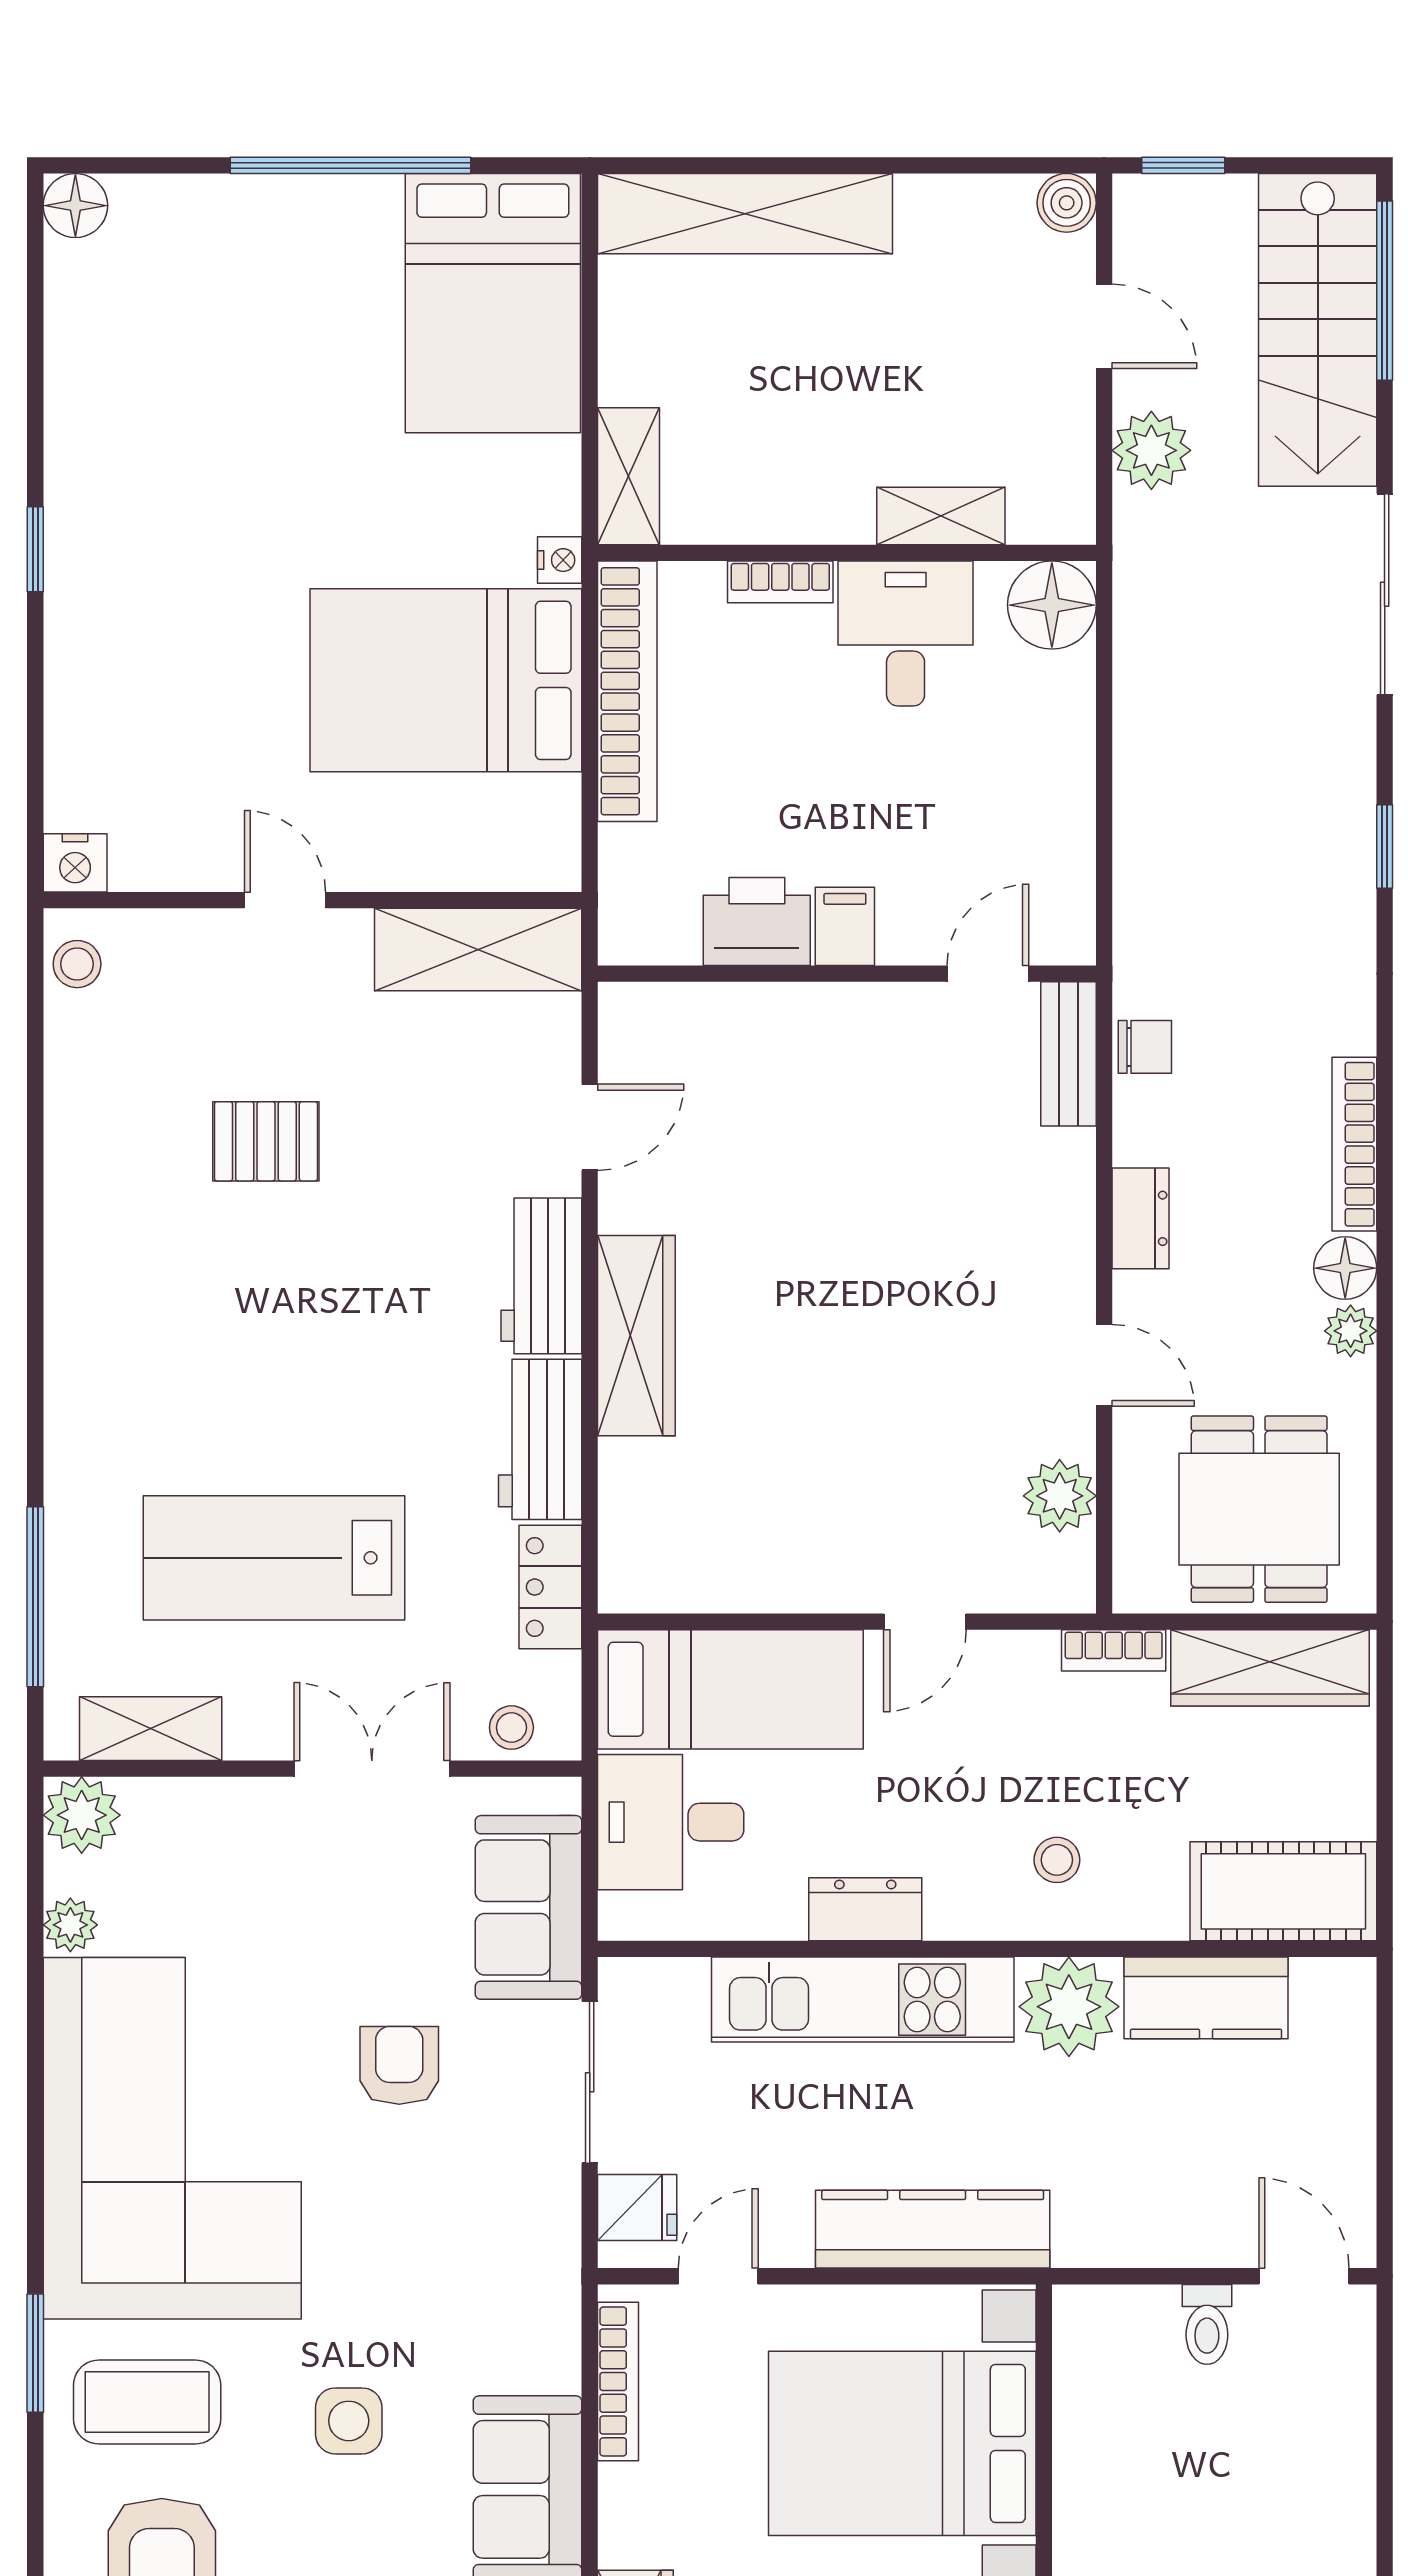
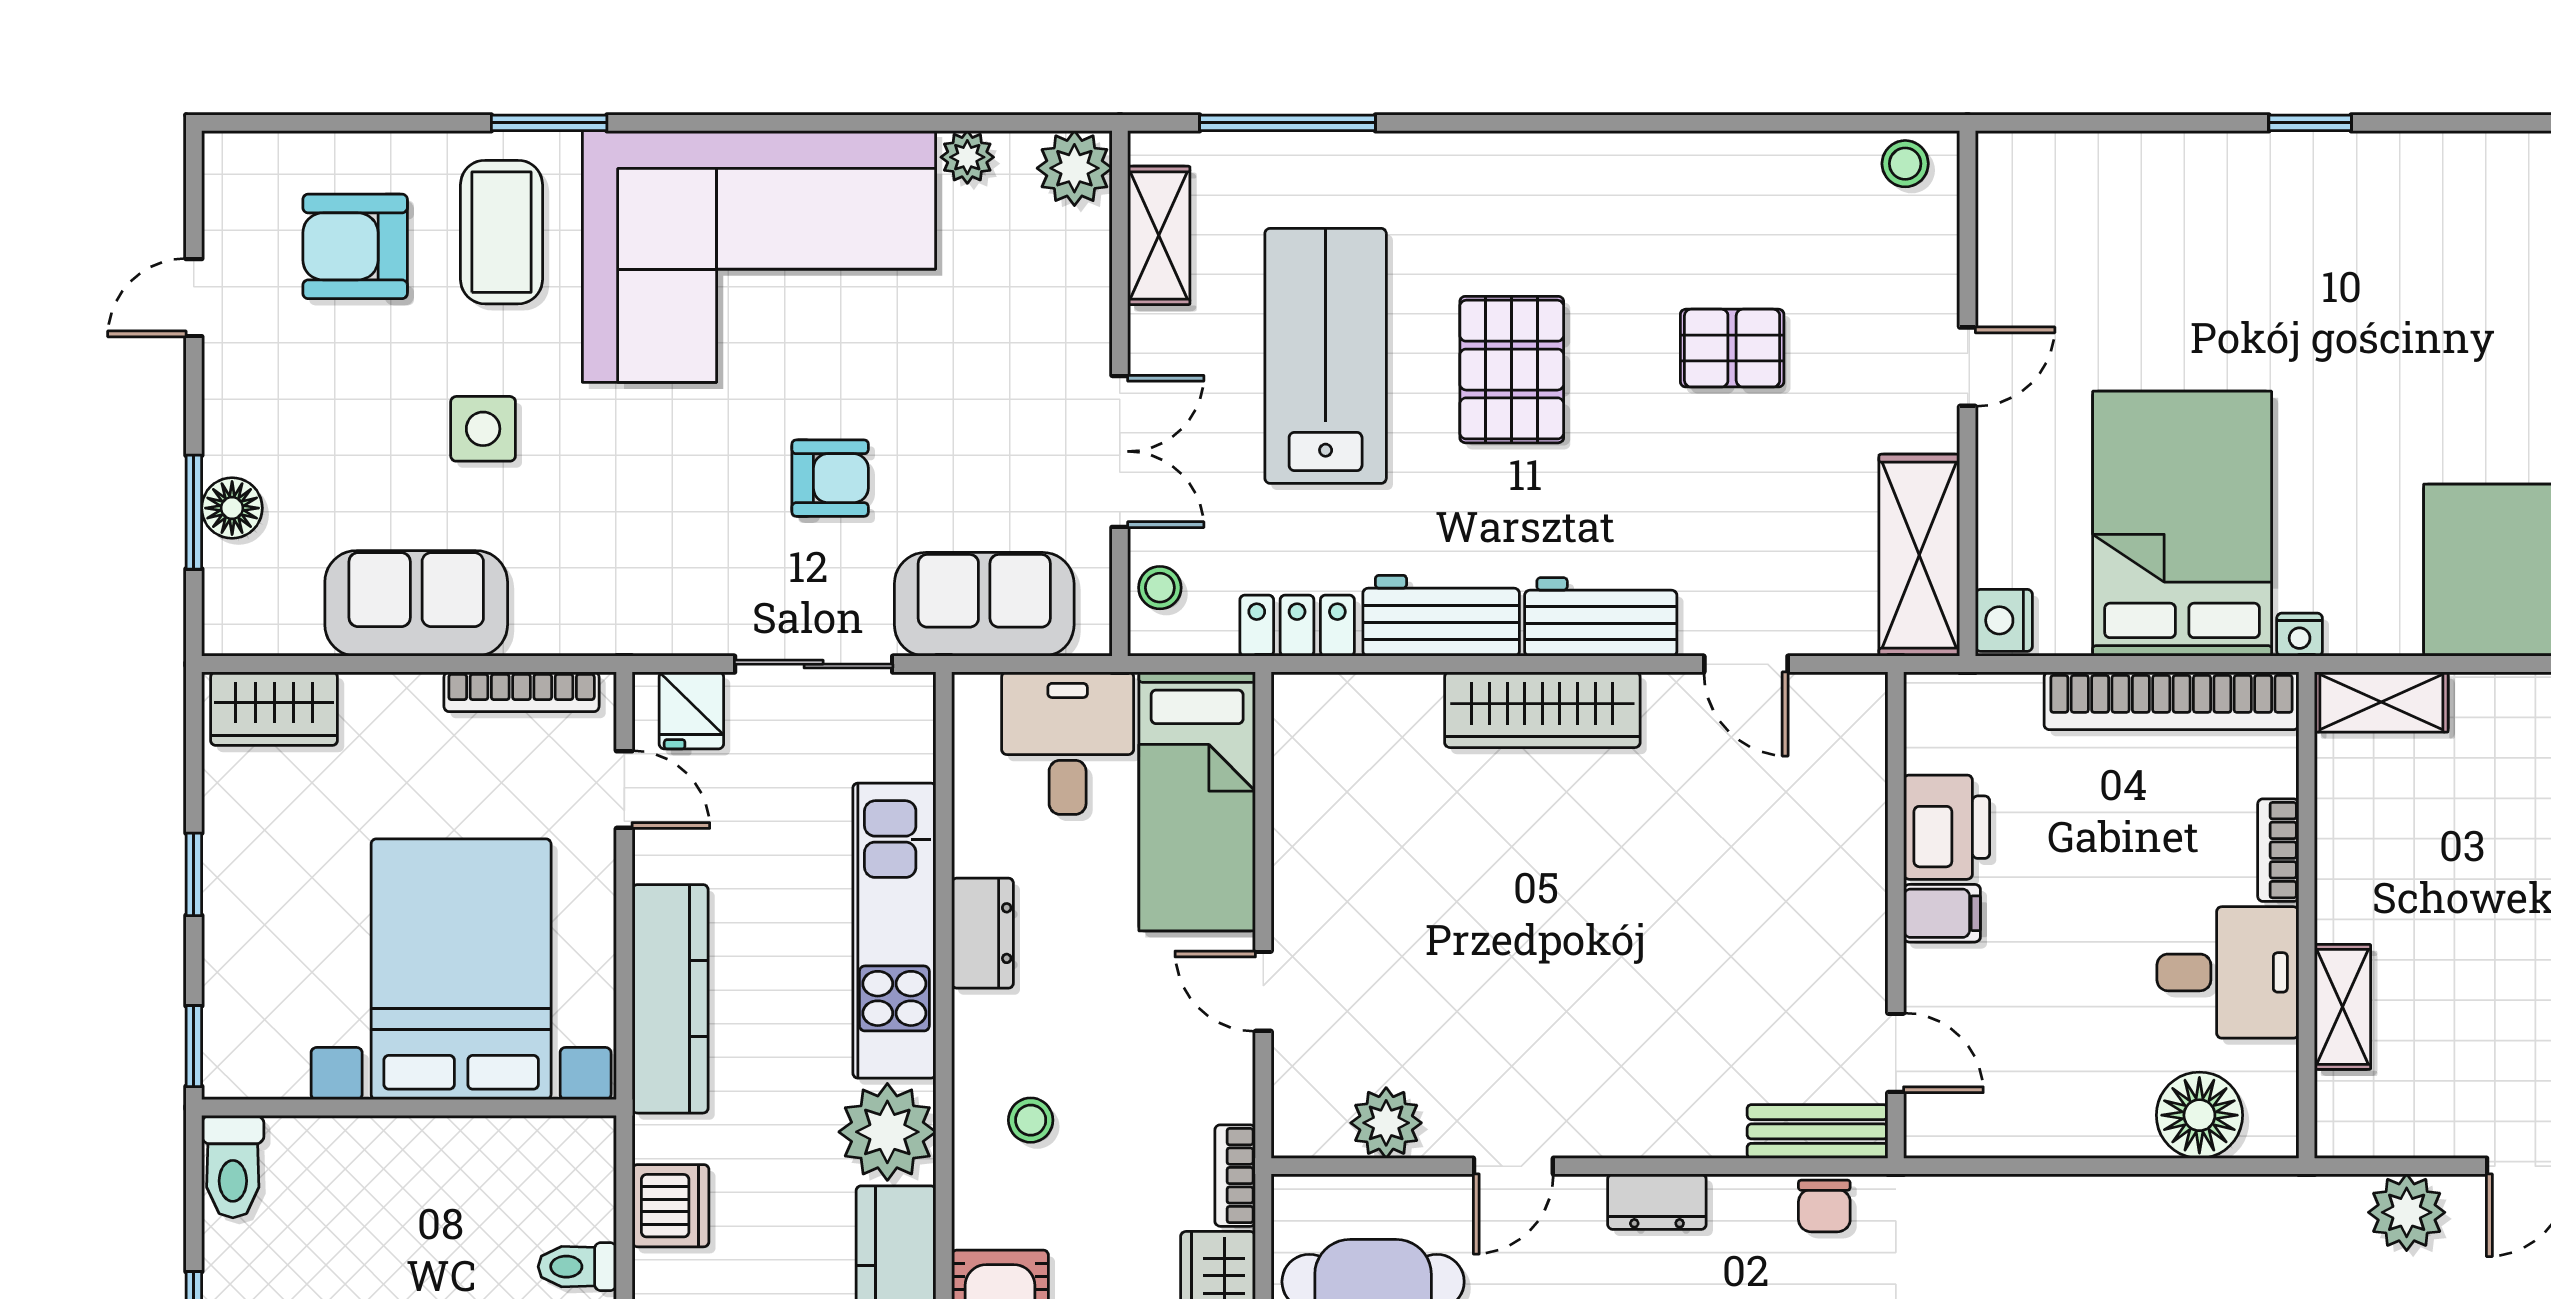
floor lamp: (1052, 605) -> (2199, 1115), moved
nightstand: (75, 863) -> (2004, 620), moved
pallet: (266, 1141) -> (1732, 348), turned 90
pallet: (288, 1367) -> (1512, 370), added
dishwasher: (1145, 2229) -> (671, 1206), added

